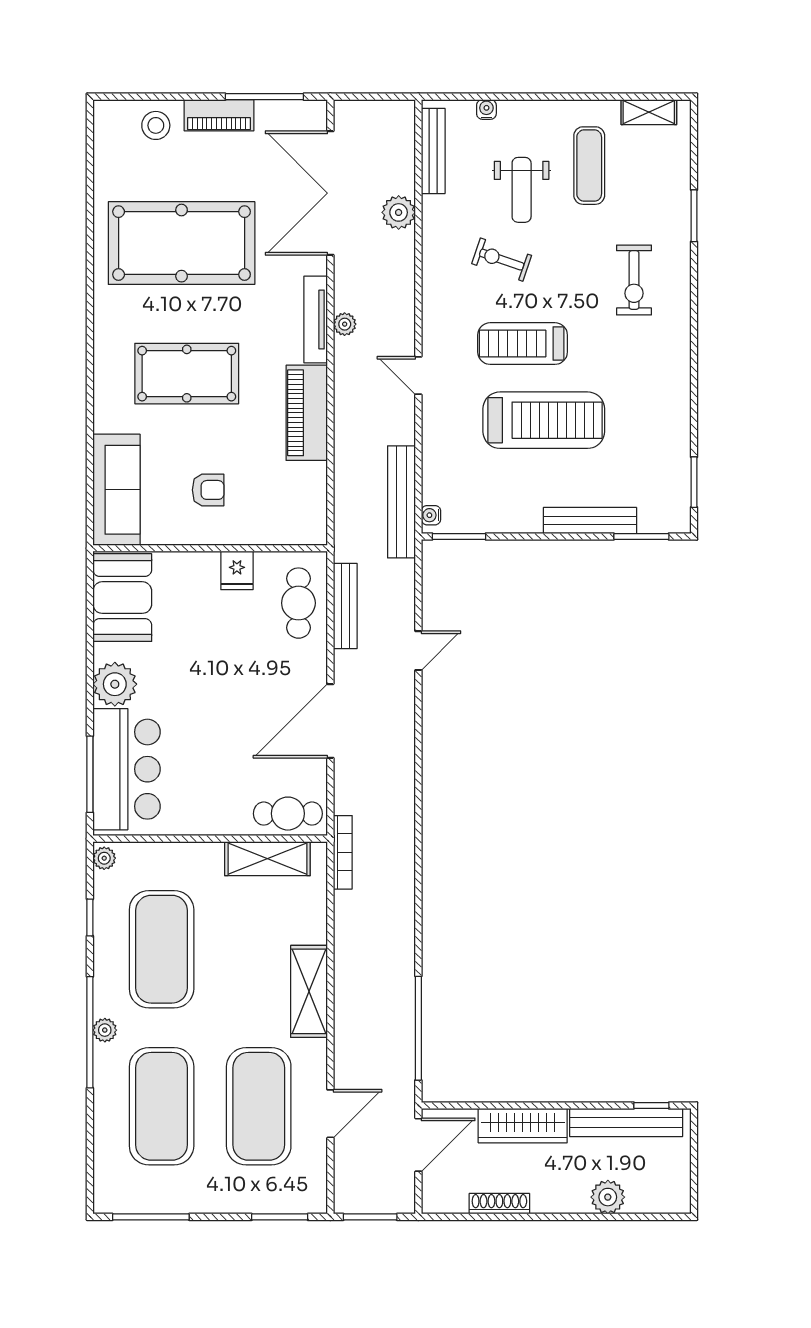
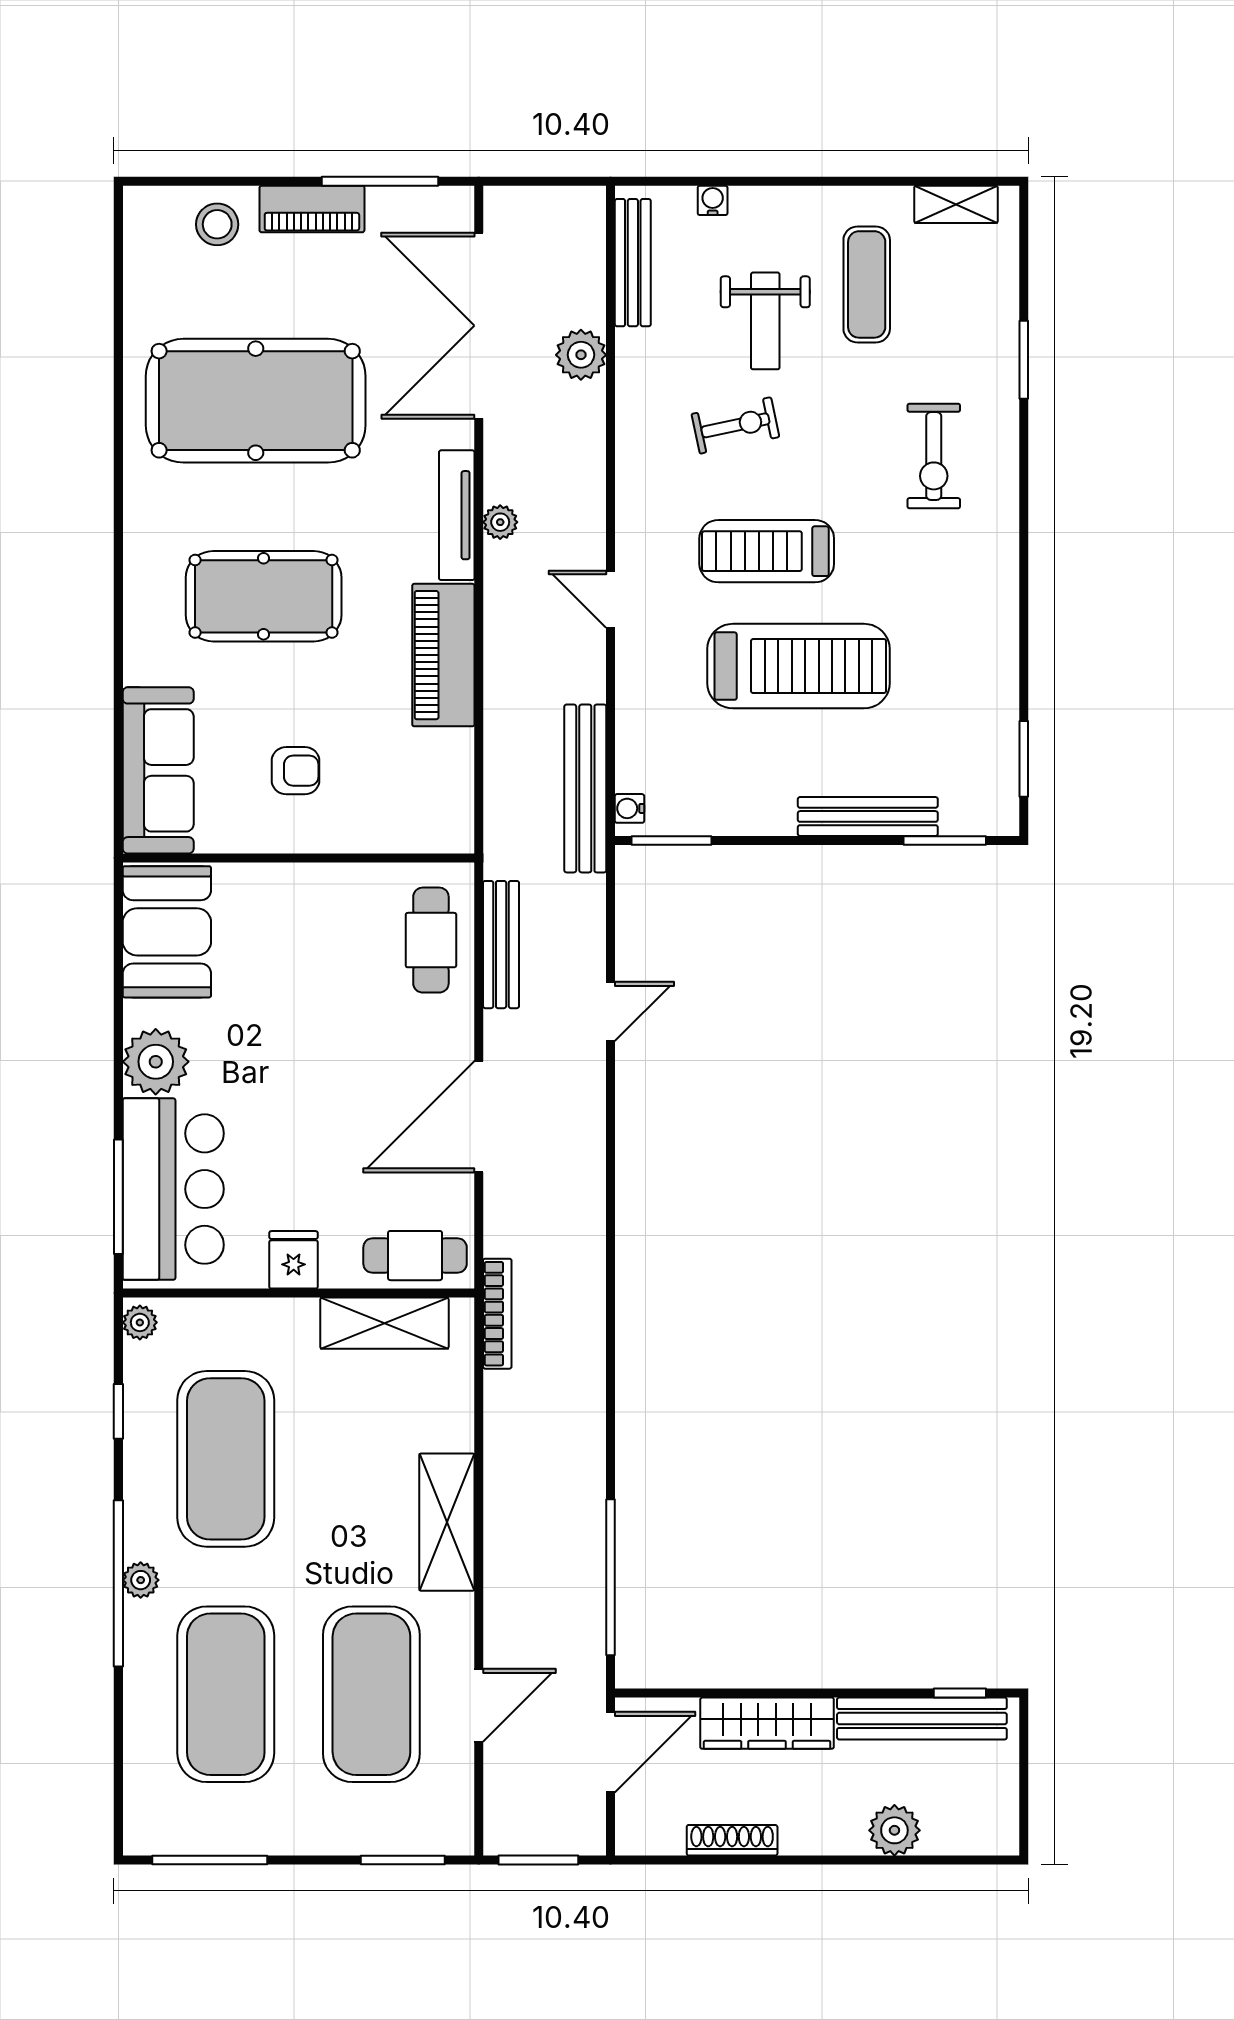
exercise bike: (502, 260) -> (735, 425), turned 149
fridge: (237, 570) -> (294, 1260), moved, turned 180

